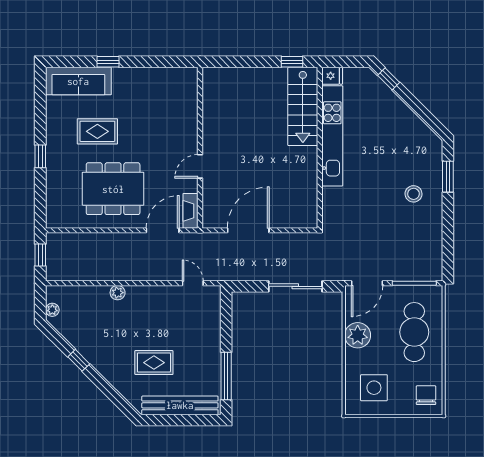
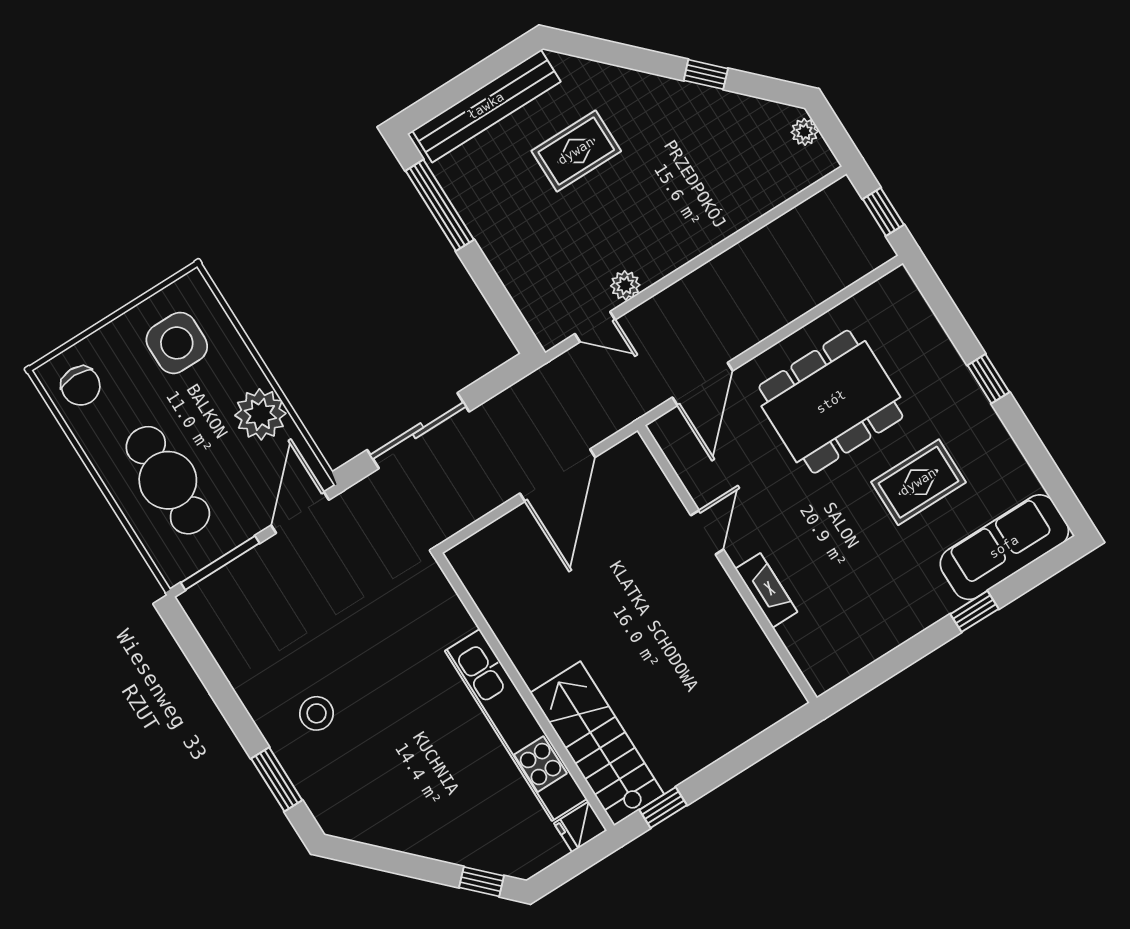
fireplace: (191, 211) -> (766, 590), moved
plant: (118, 293) -> (625, 285), moved

